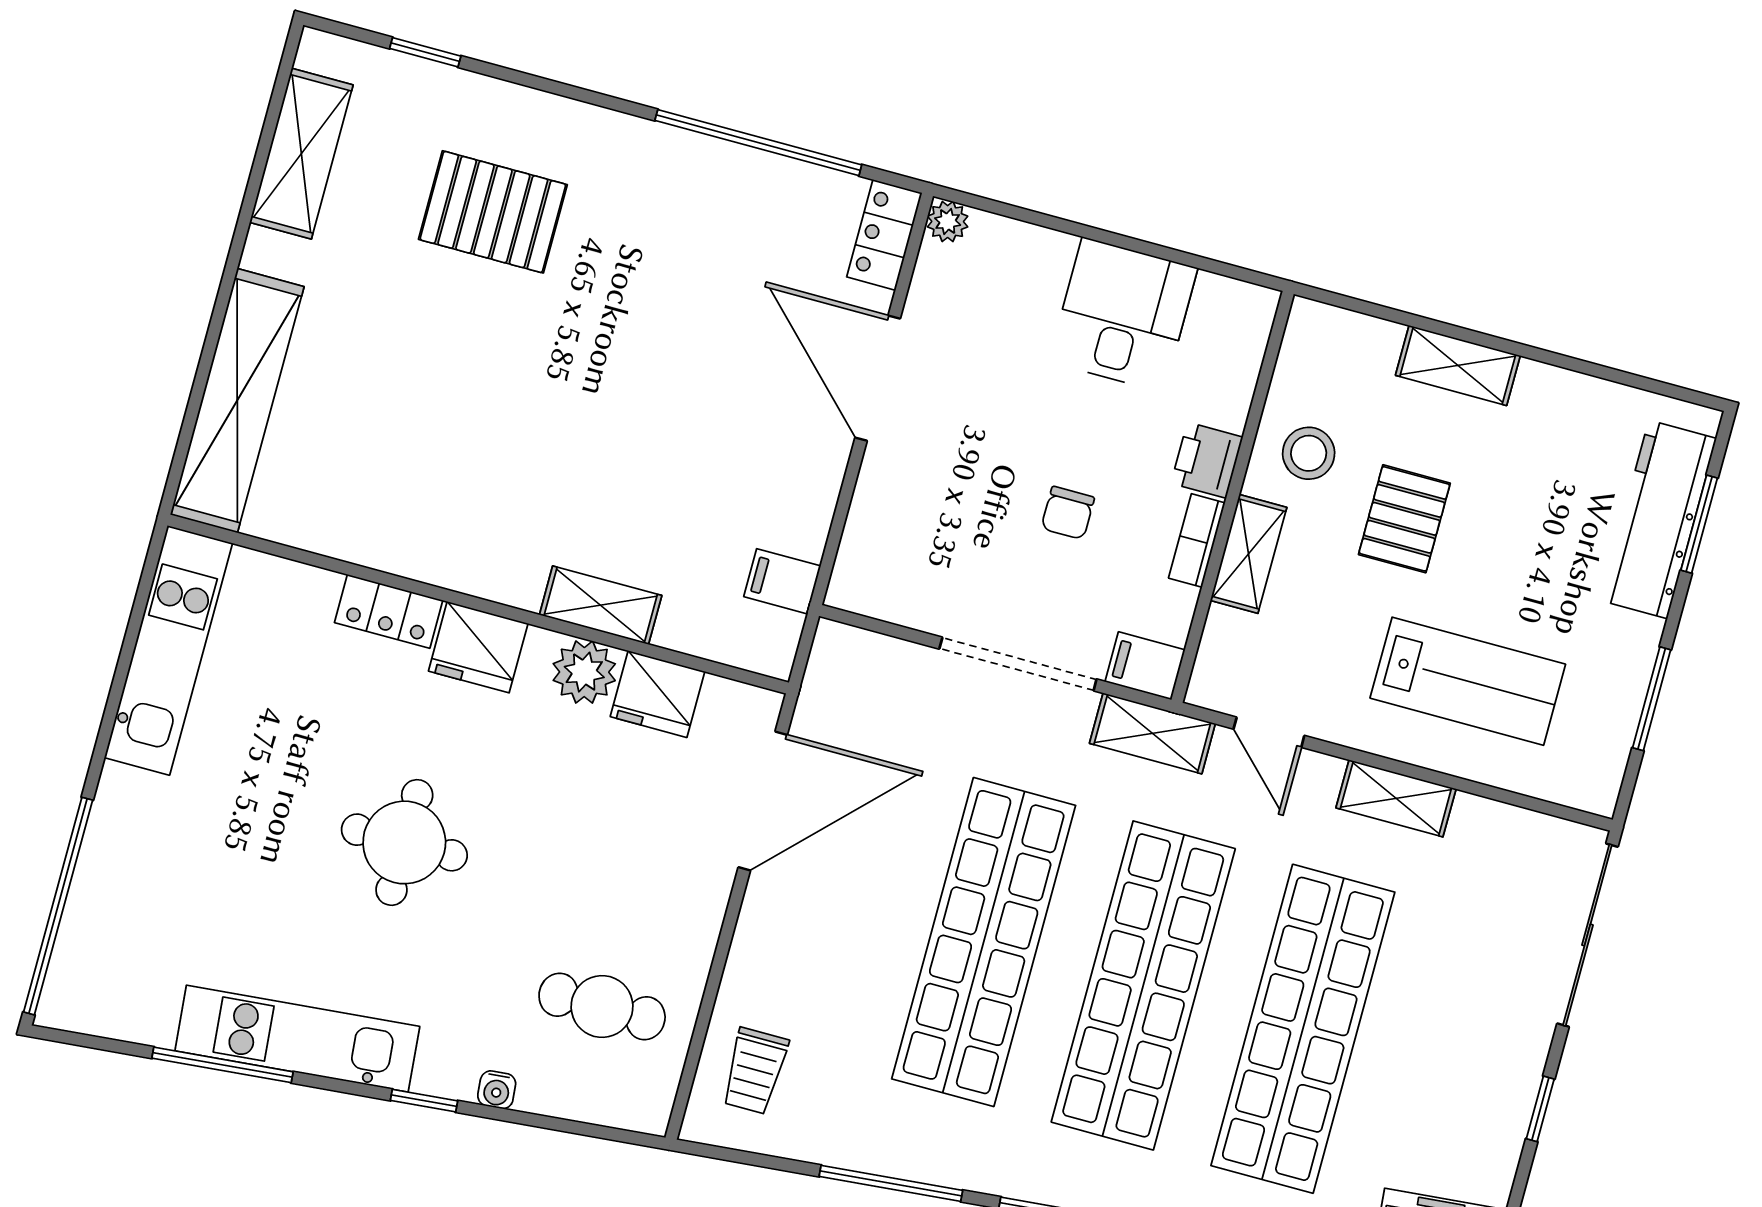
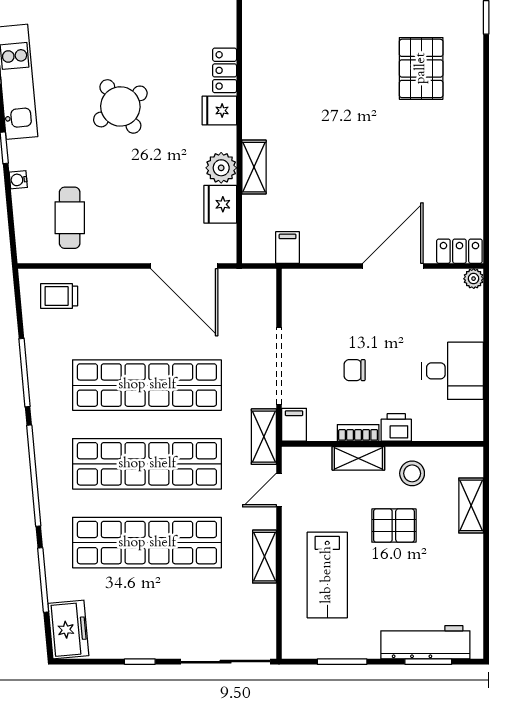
window: (758, 143) -> (486, 182), removed
shelving: (1458, 365) -> (471, 505), moved
fridge: (478, 647) -> (219, 110), width x0.72
round table: (404, 842) -> (120, 106), turned -34

